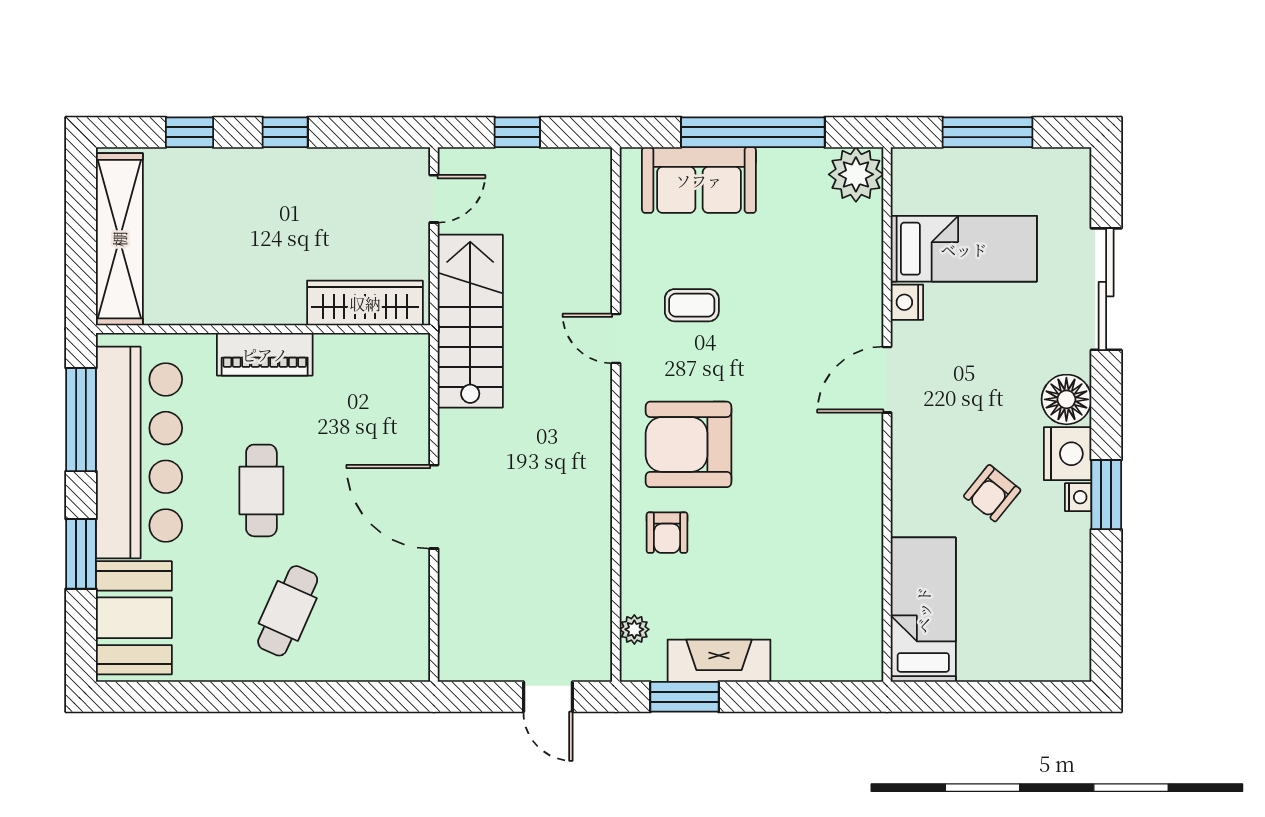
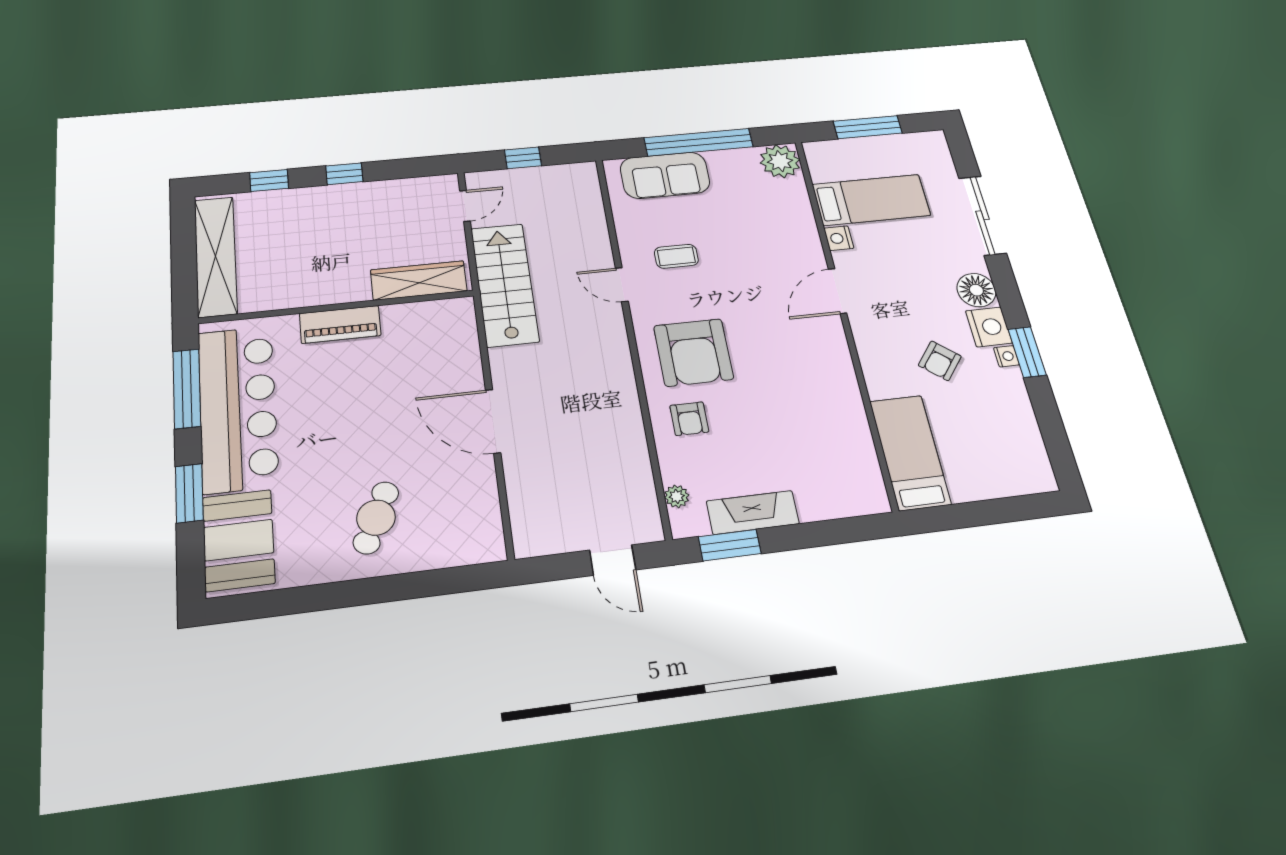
armchair: (688, 444) -> (694, 352), turned -90
cafe table: (261, 490) -> (345, 425), removed

